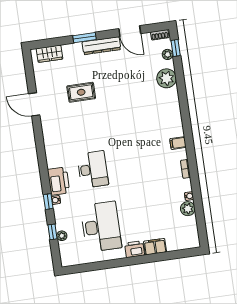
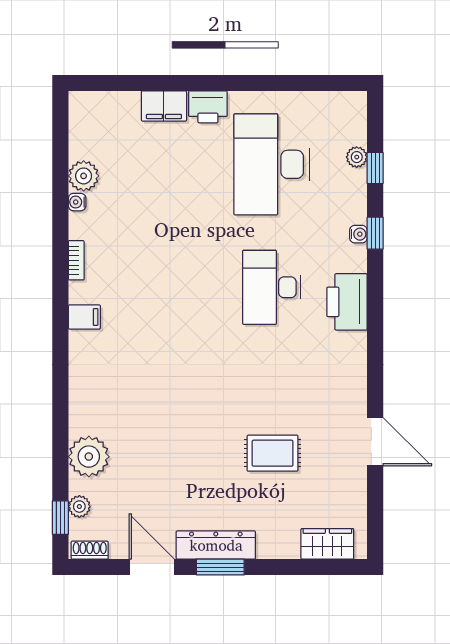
window: (85, 38) -> (220, 567), moved
printer: (59, 181) -> (347, 302), moved

